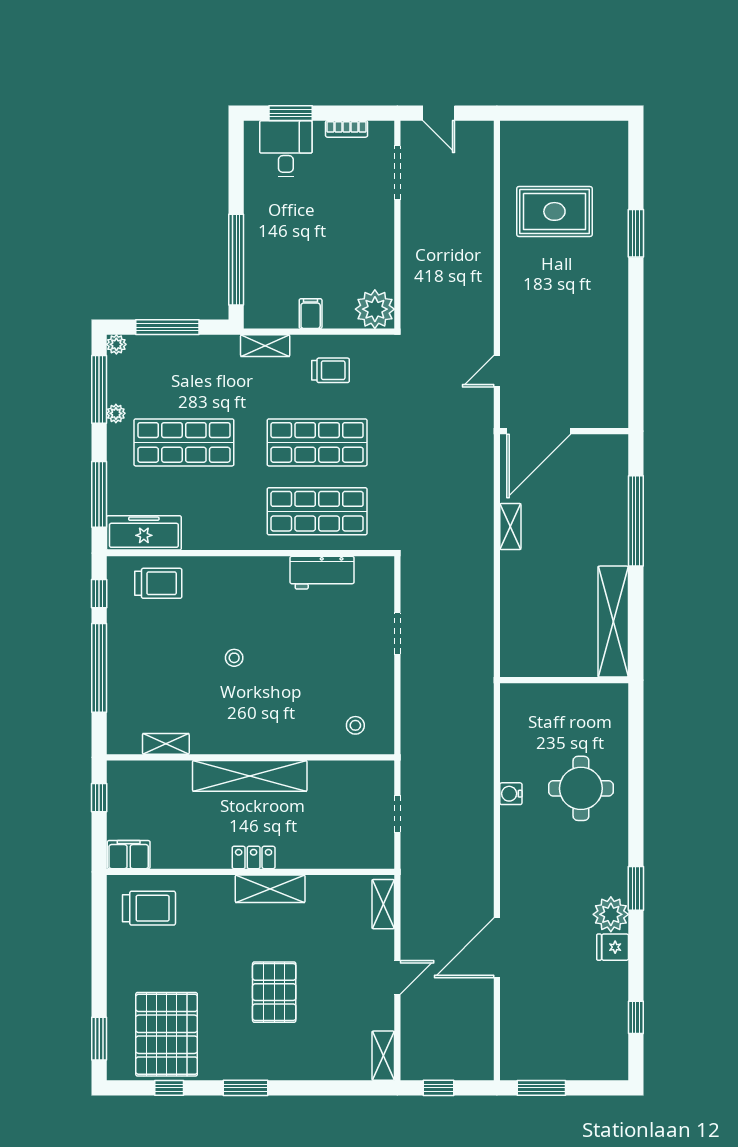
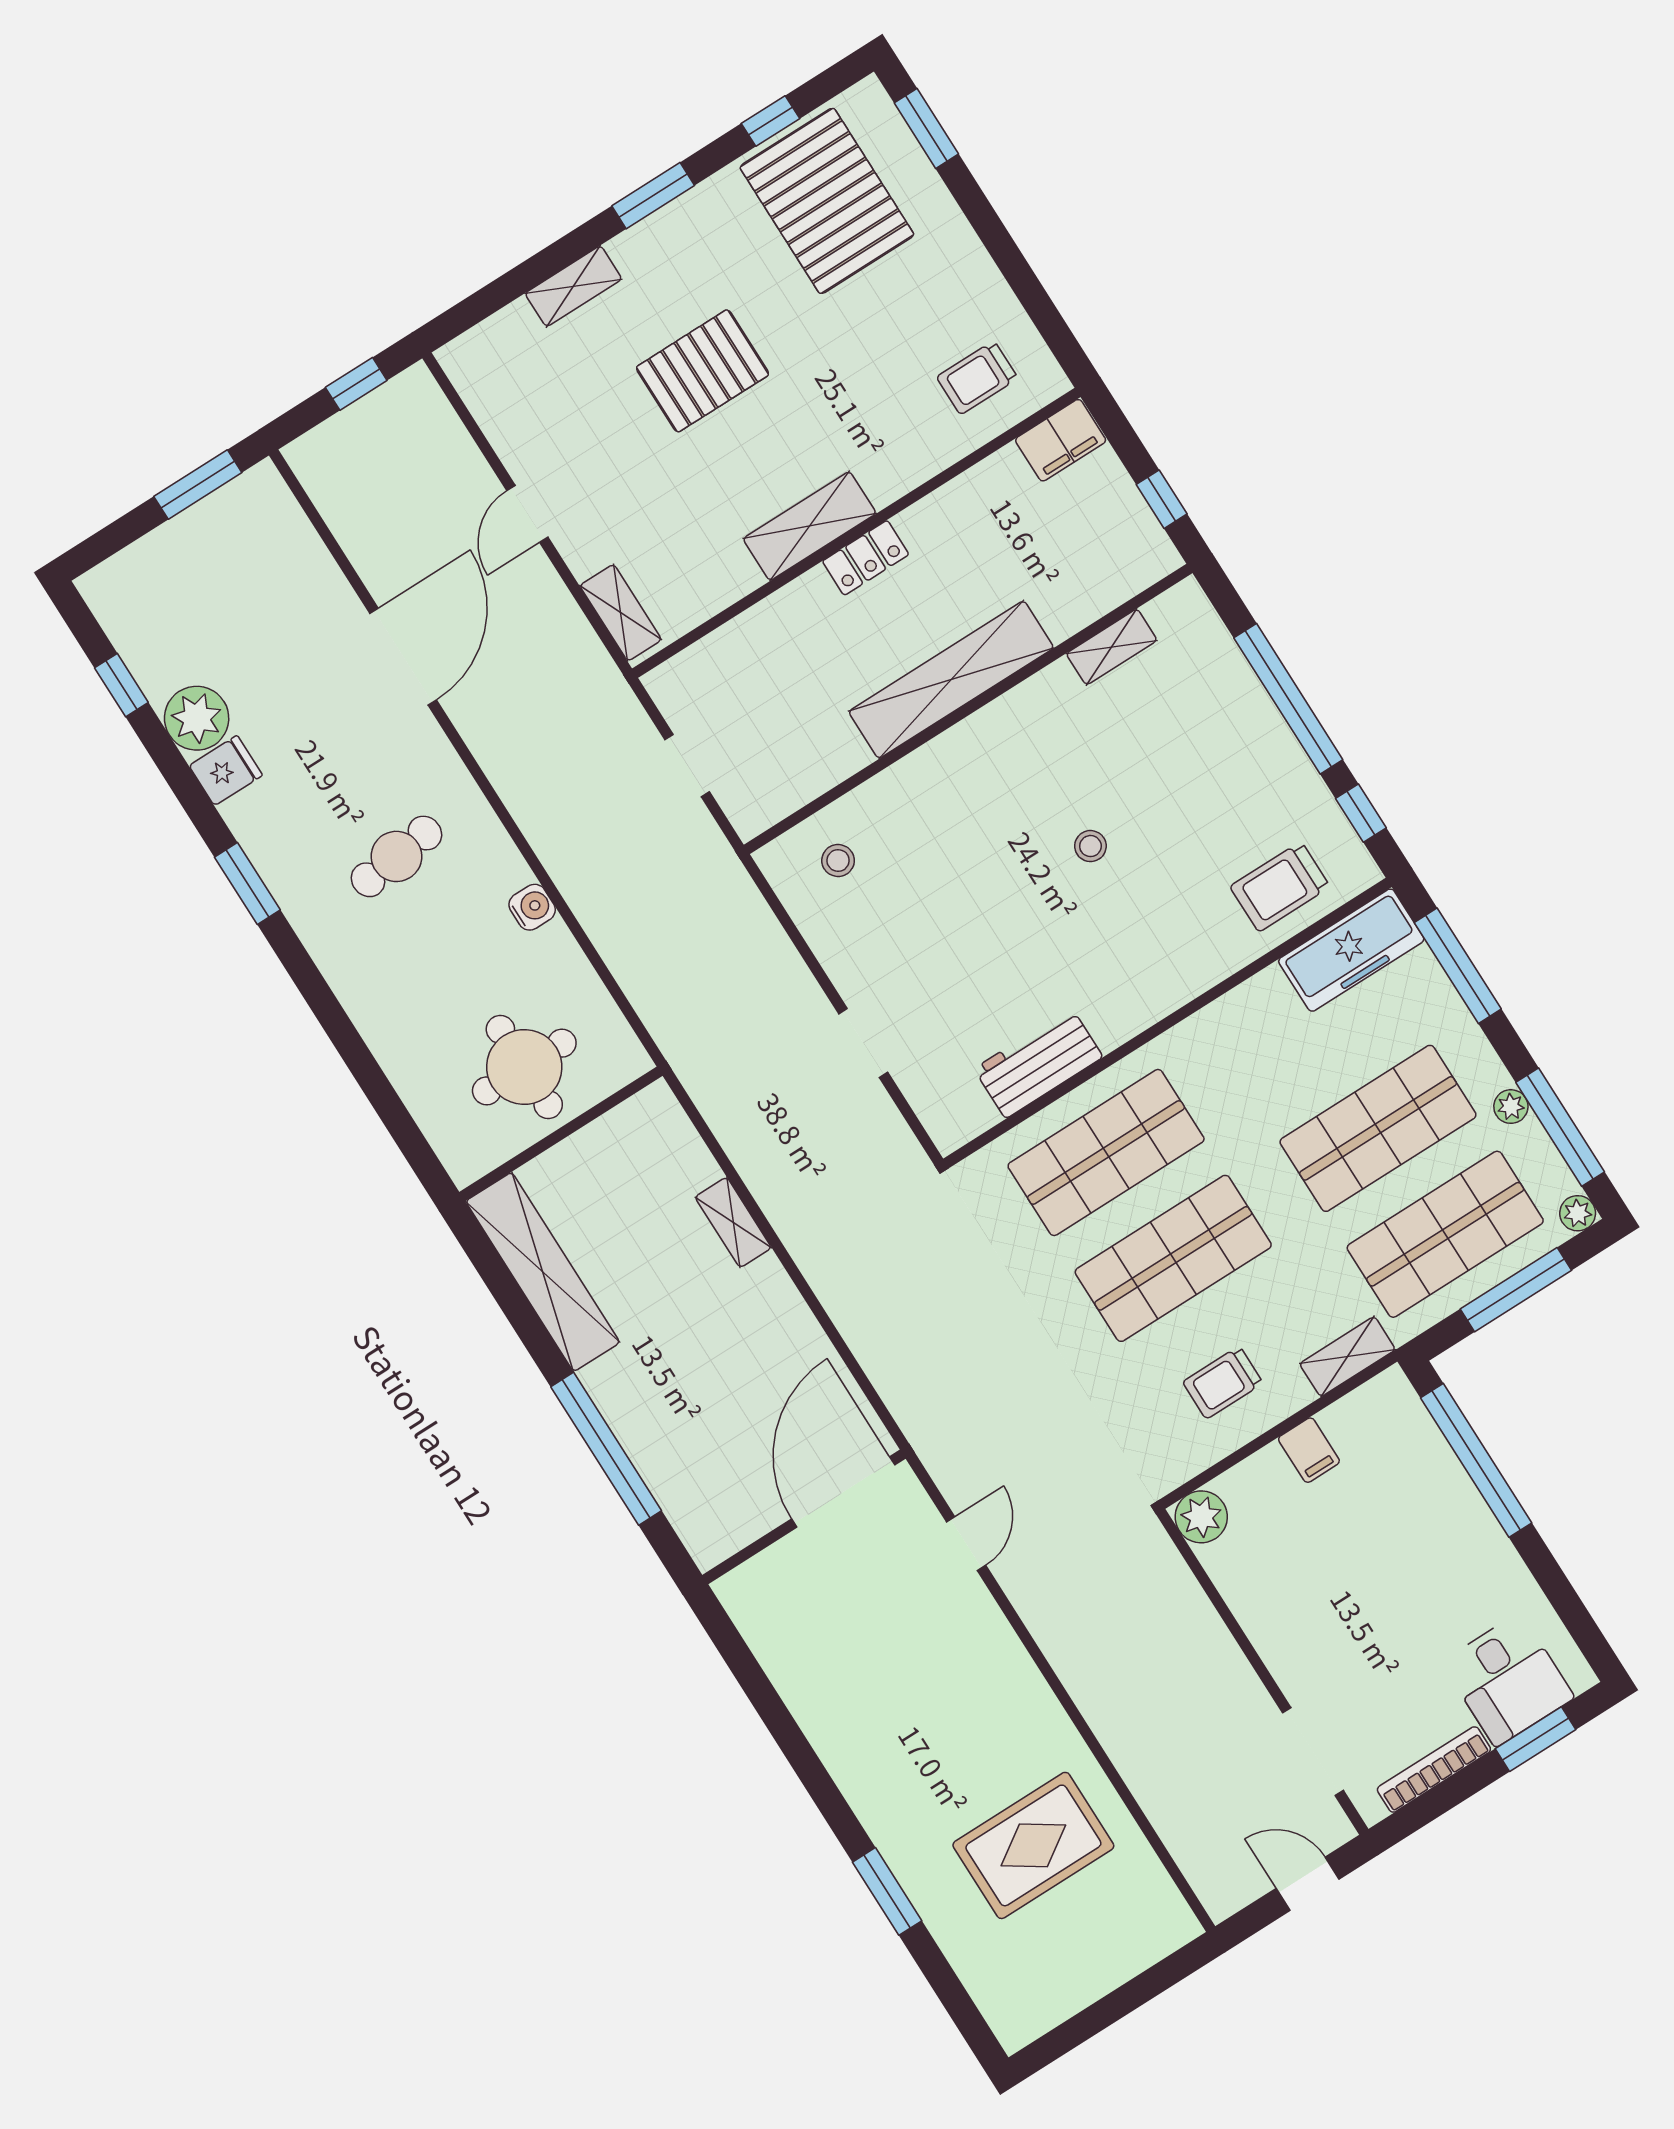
bookcase: (347, 129) -> (1434, 1769), width x1.56
plant: (375, 309) -> (1201, 1517), width x0.73, depth x0.73
shop shelf: (184, 374) -> (1445, 1234), added
shelving: (510, 527) -> (733, 1222), moved
round table: (581, 788) -> (524, 1067), moved
cafe table: (559, 857) -> (396, 856), added
trolley: (149, 908) -> (977, 378), width x0.73, depth x0.72
plant: (611, 914) -> (197, 718), moved
pallet: (274, 992) -> (703, 371), turned 90
shelving: (383, 1056) -> (573, 286), moved, turned 90

